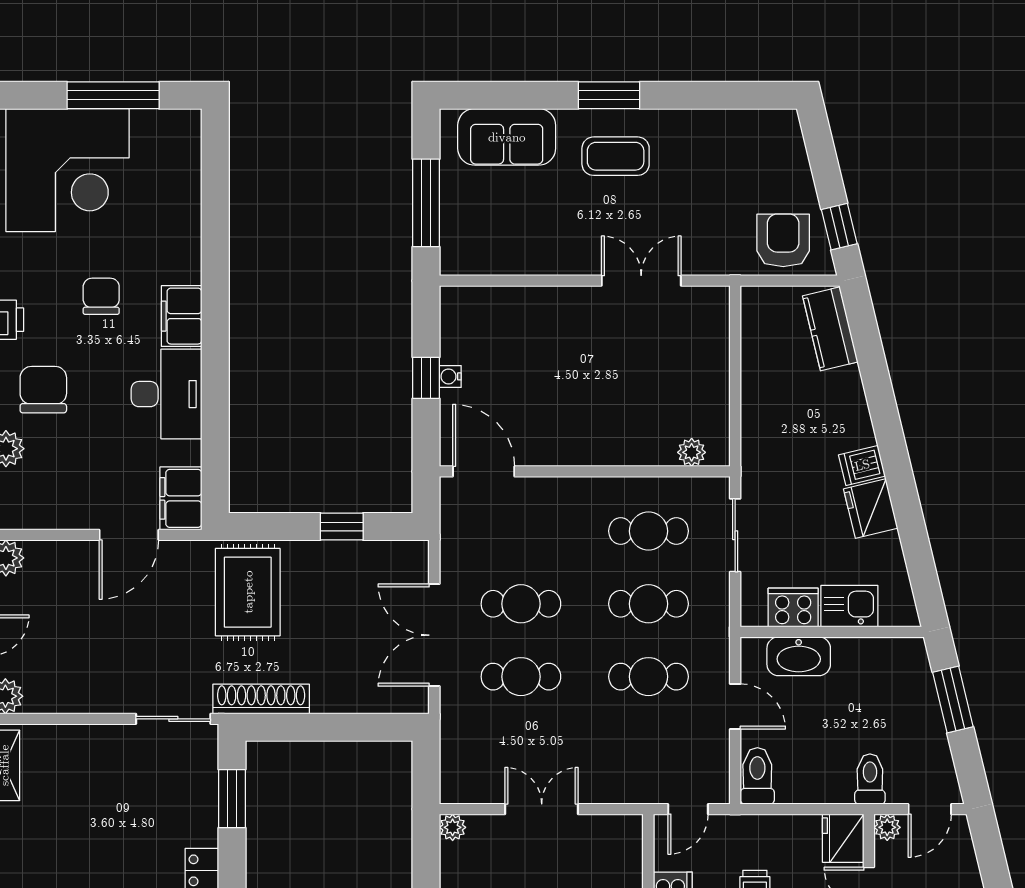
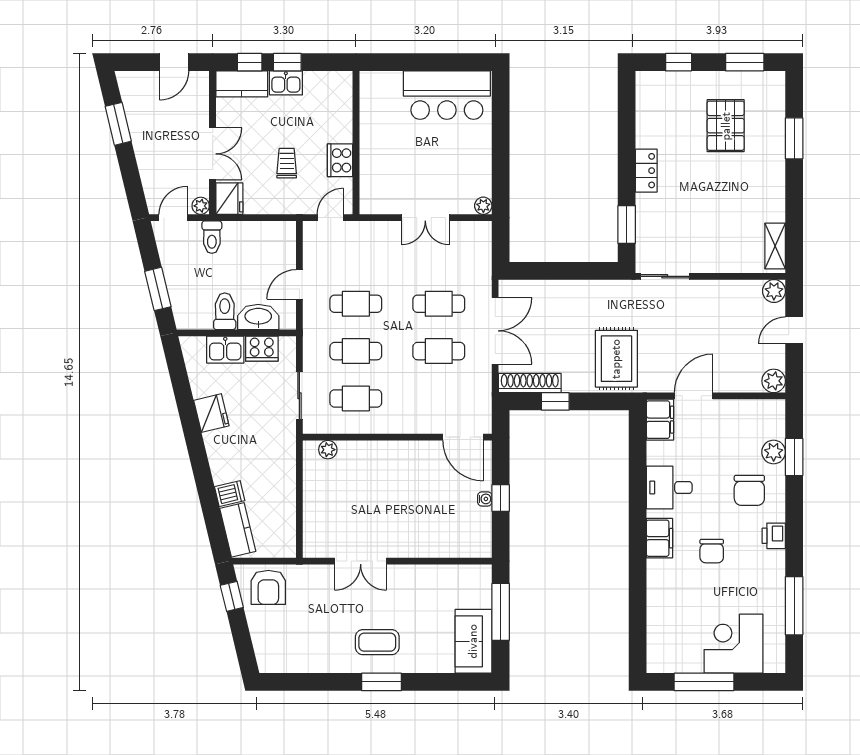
sofa: (507, 137) -> (473, 641), moved, turned -90
corner desk: (68, 170) -> (734, 644), width x0.74, depth x0.74
desk: (167, 394) -> (669, 487), width x0.73
dishwasher: (862, 465) -> (230, 494), moved
shoe rack: (261, 699) -> (530, 383), moved, turned 180
door: (735, 707) -> (299, 284), hinge flipped
toilet: (757, 776) -> (225, 311), moved, turned 180

